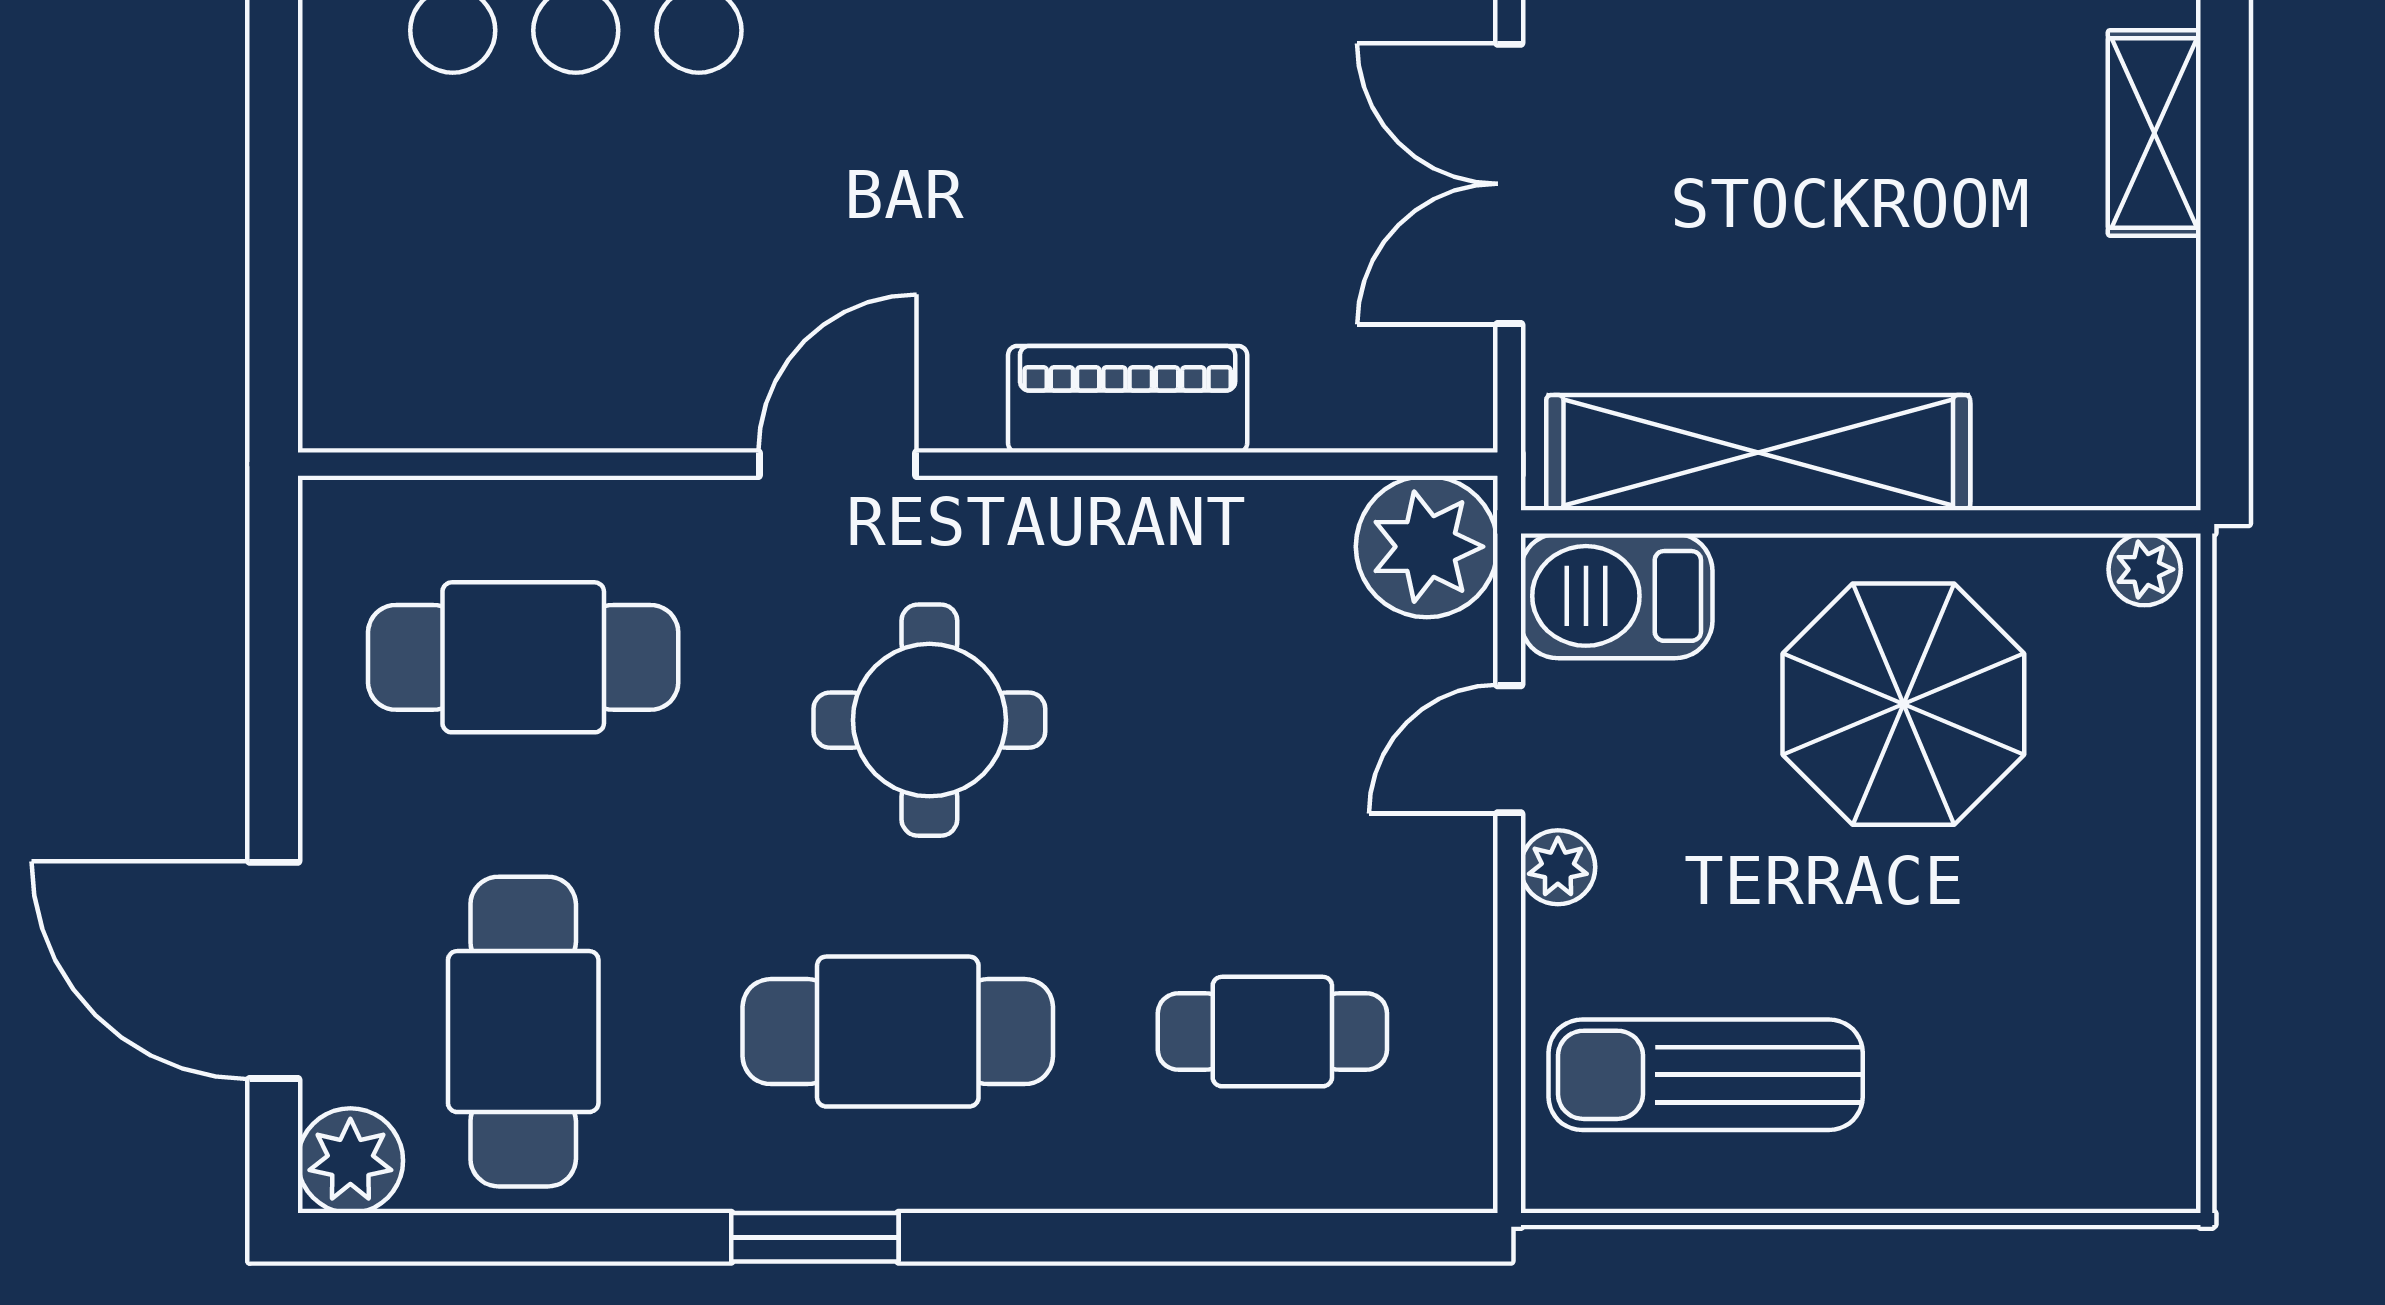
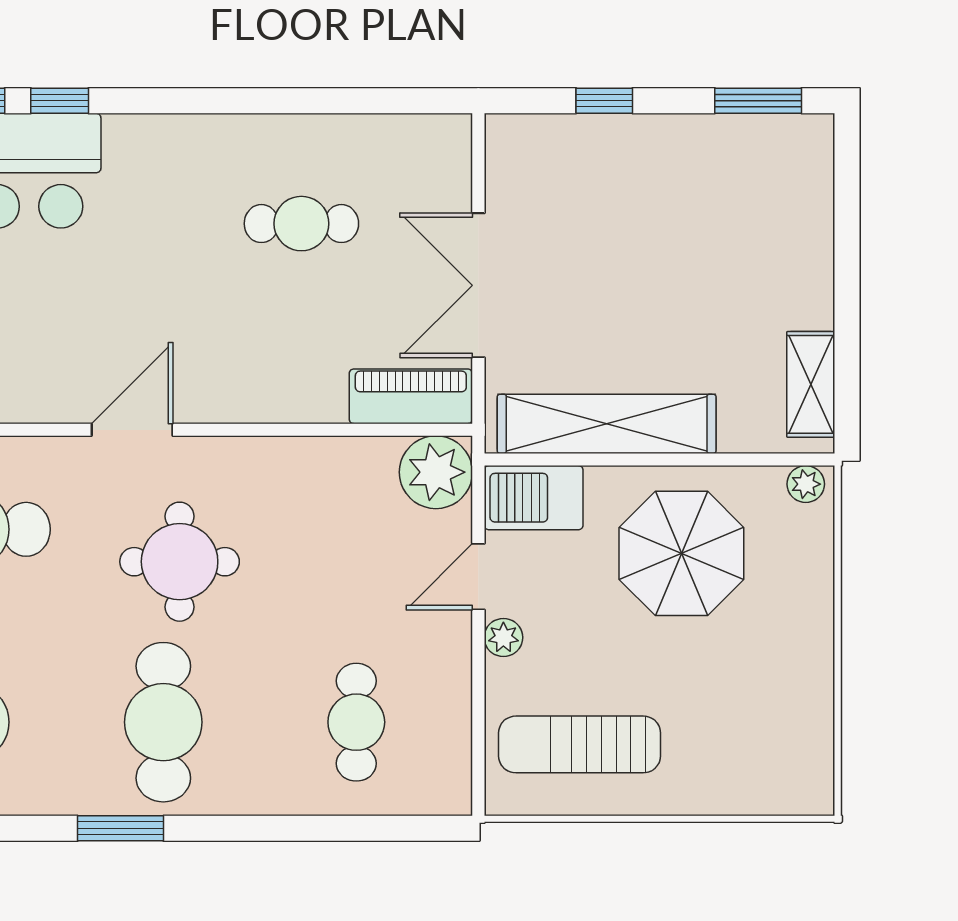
cafe table: (1166, 64) -> (301, 224), added
shelving: (2154, 133) -> (811, 384), moved
piano: (1128, 399) -> (411, 396), moved
cafe table: (898, 1032) -> (163, 722), turned 90
cafe table: (1272, 1032) -> (356, 722), turned 90

